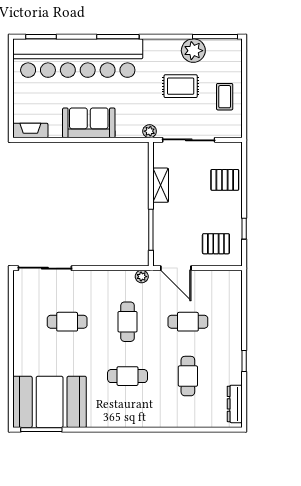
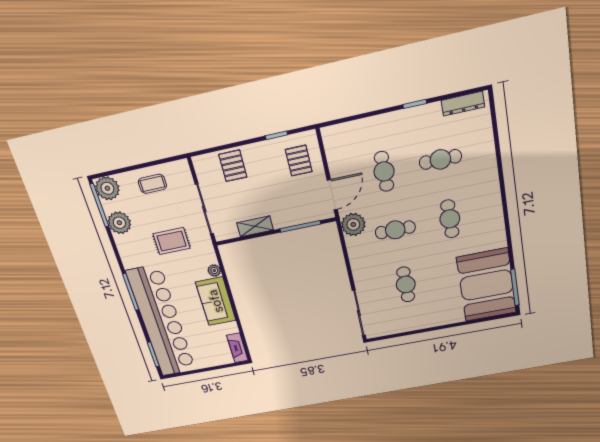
plant: (230, 51) -> (107, 188), added
rug: (181, 86) -> (172, 241), moved, turned 90
plant: (150, 131) -> (214, 271), moved
plant: (142, 277) -> (353, 224), width x1.88, depth x1.88

